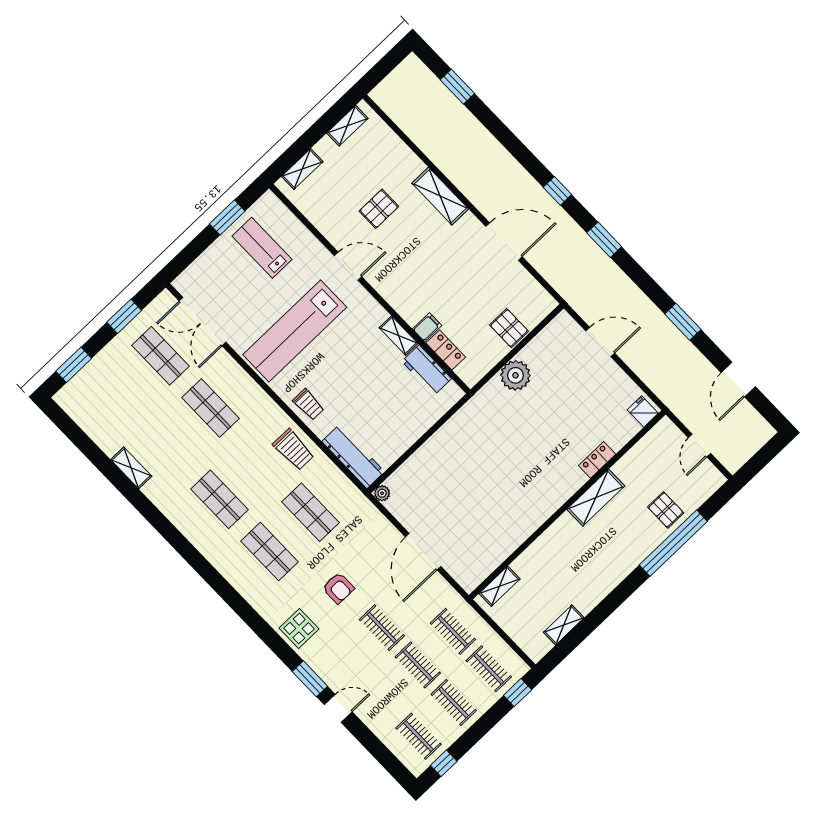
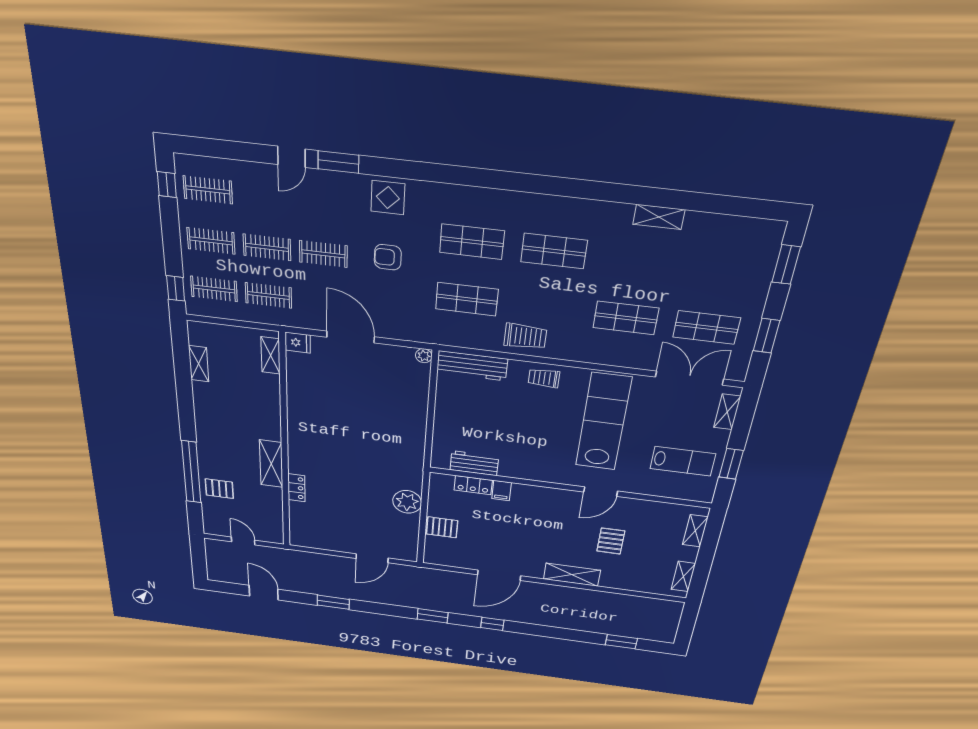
shelving: (399, 336) -> (727, 412), moved, turned 90
fridge: (643, 412) -> (298, 343), moved
trolley: (293, 450) -> (525, 336), turned 180

